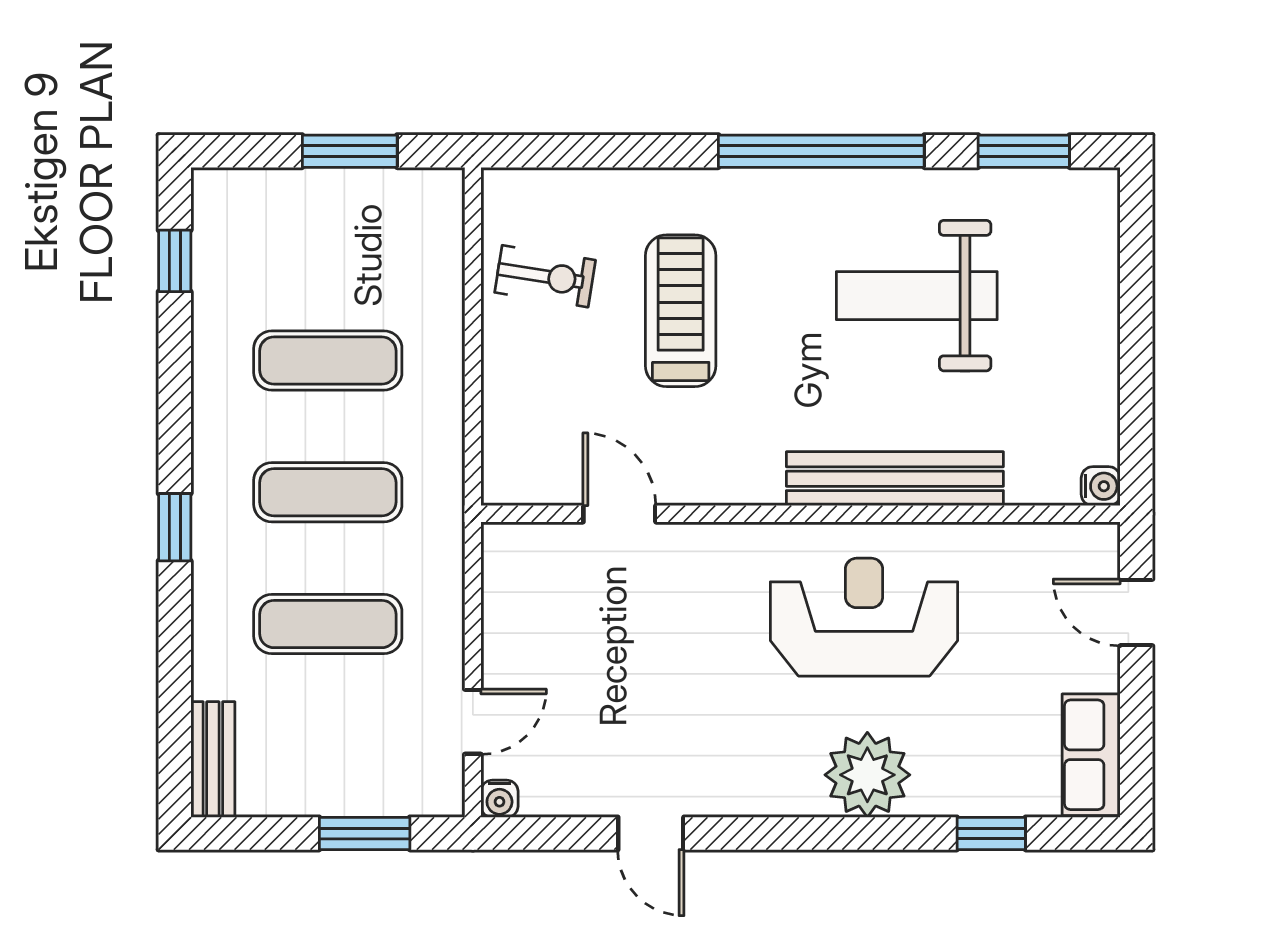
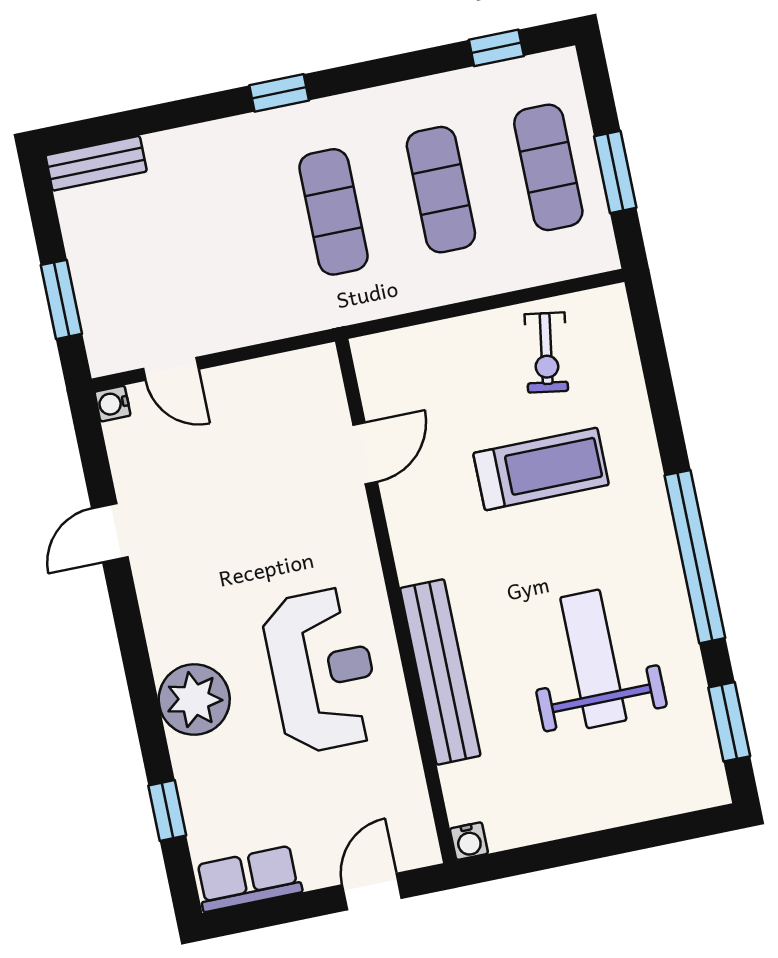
exercise mat: (328, 624) -> (548, 167), moved

